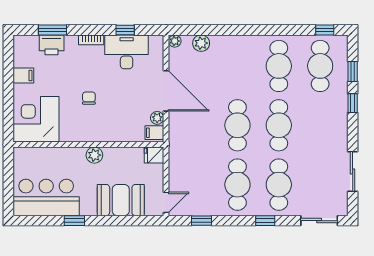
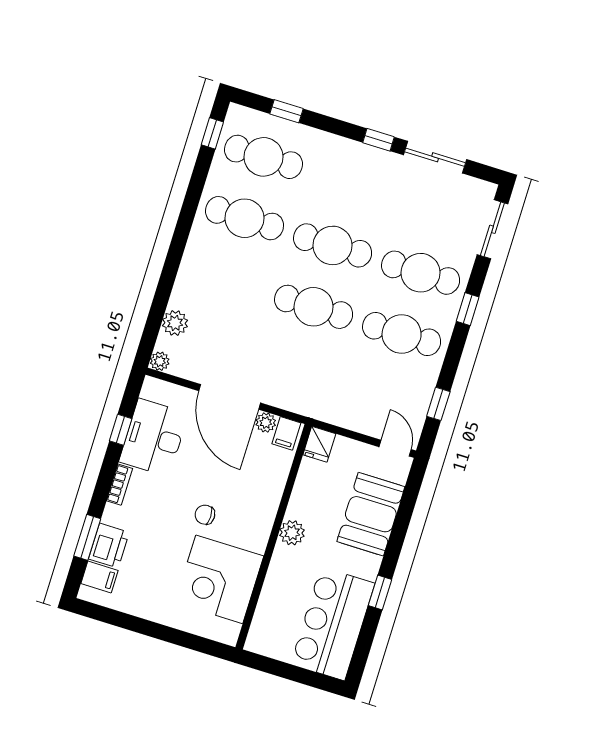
filing cabinet: (23, 76) -> (99, 577), moved, turned 90
door: (166, 91) -> (230, 397), swing flipped
window: (353, 103) -> (378, 140), moved
corner desk: (36, 119) -> (219, 579), moved

